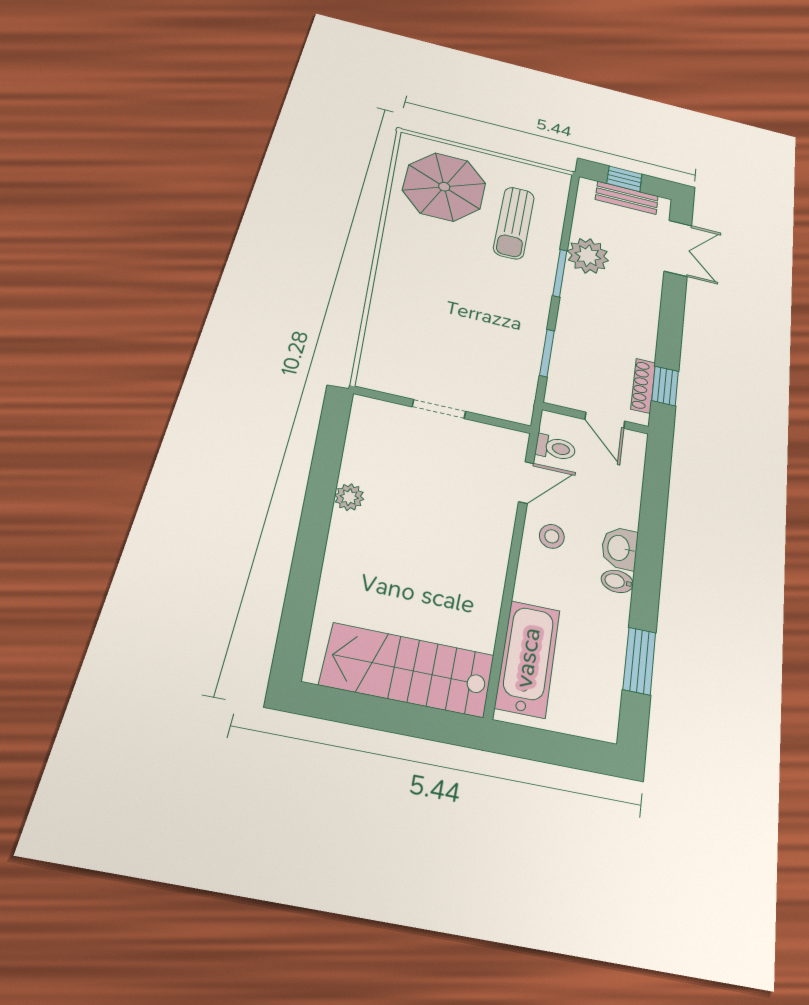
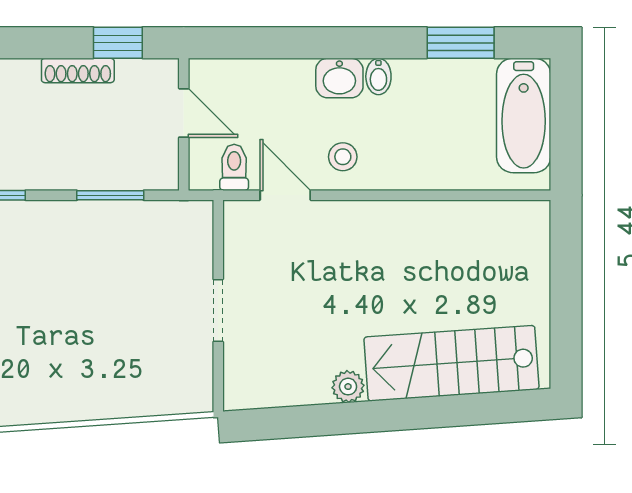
shoe rack: (643, 386) -> (78, 70), moved
door: (605, 420) -> (184, 113), hinge flipped
bathtub: (528, 658) -> (524, 115), moved, turned -90
stairs: (408, 670) -> (451, 363), moved, turned 86

